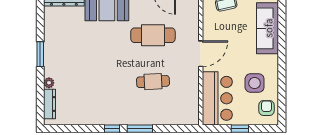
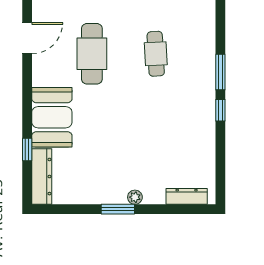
plant: (49, 83) -> (135, 197), moved

